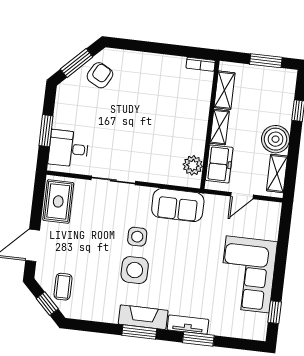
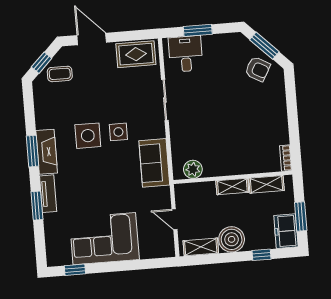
freezer: (219, 164) -> (286, 231), moved, turned 90

